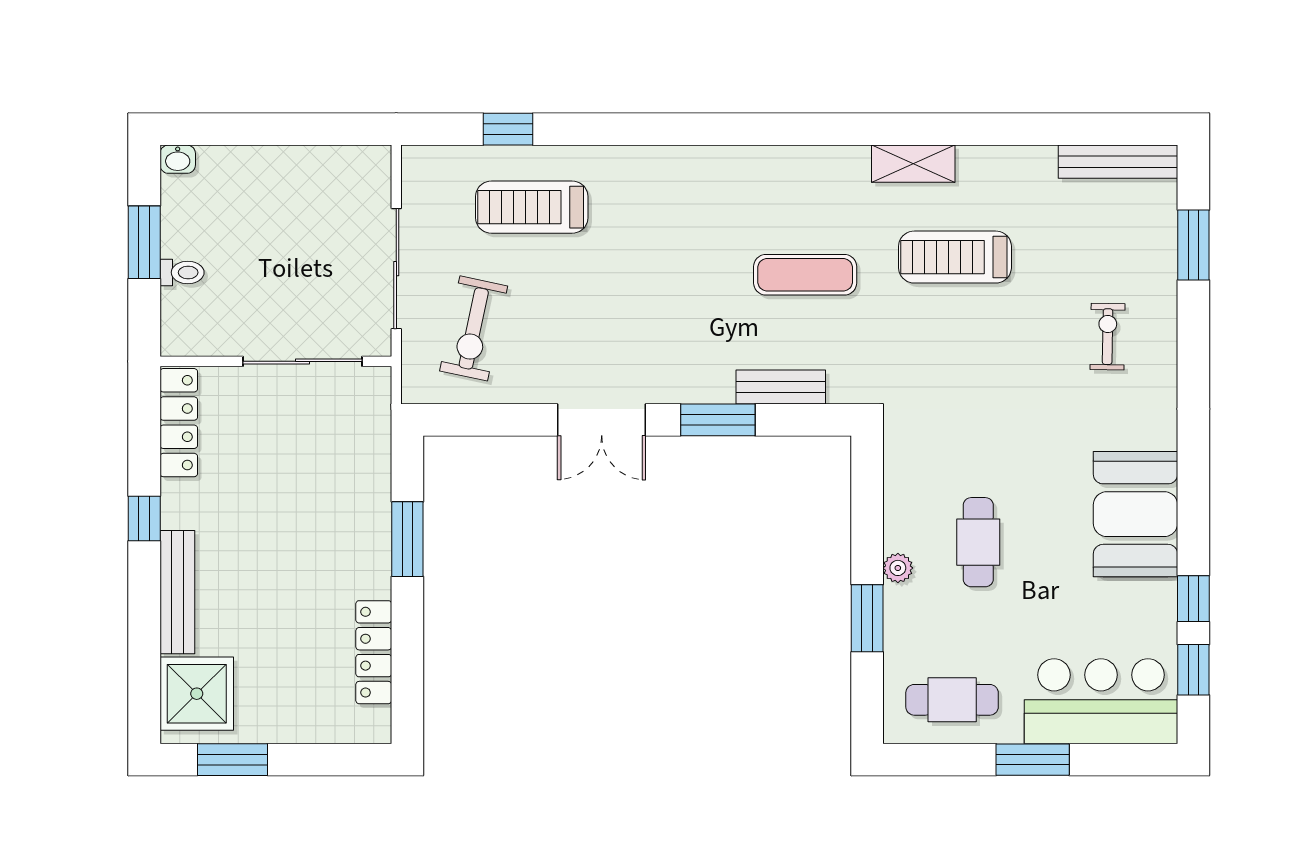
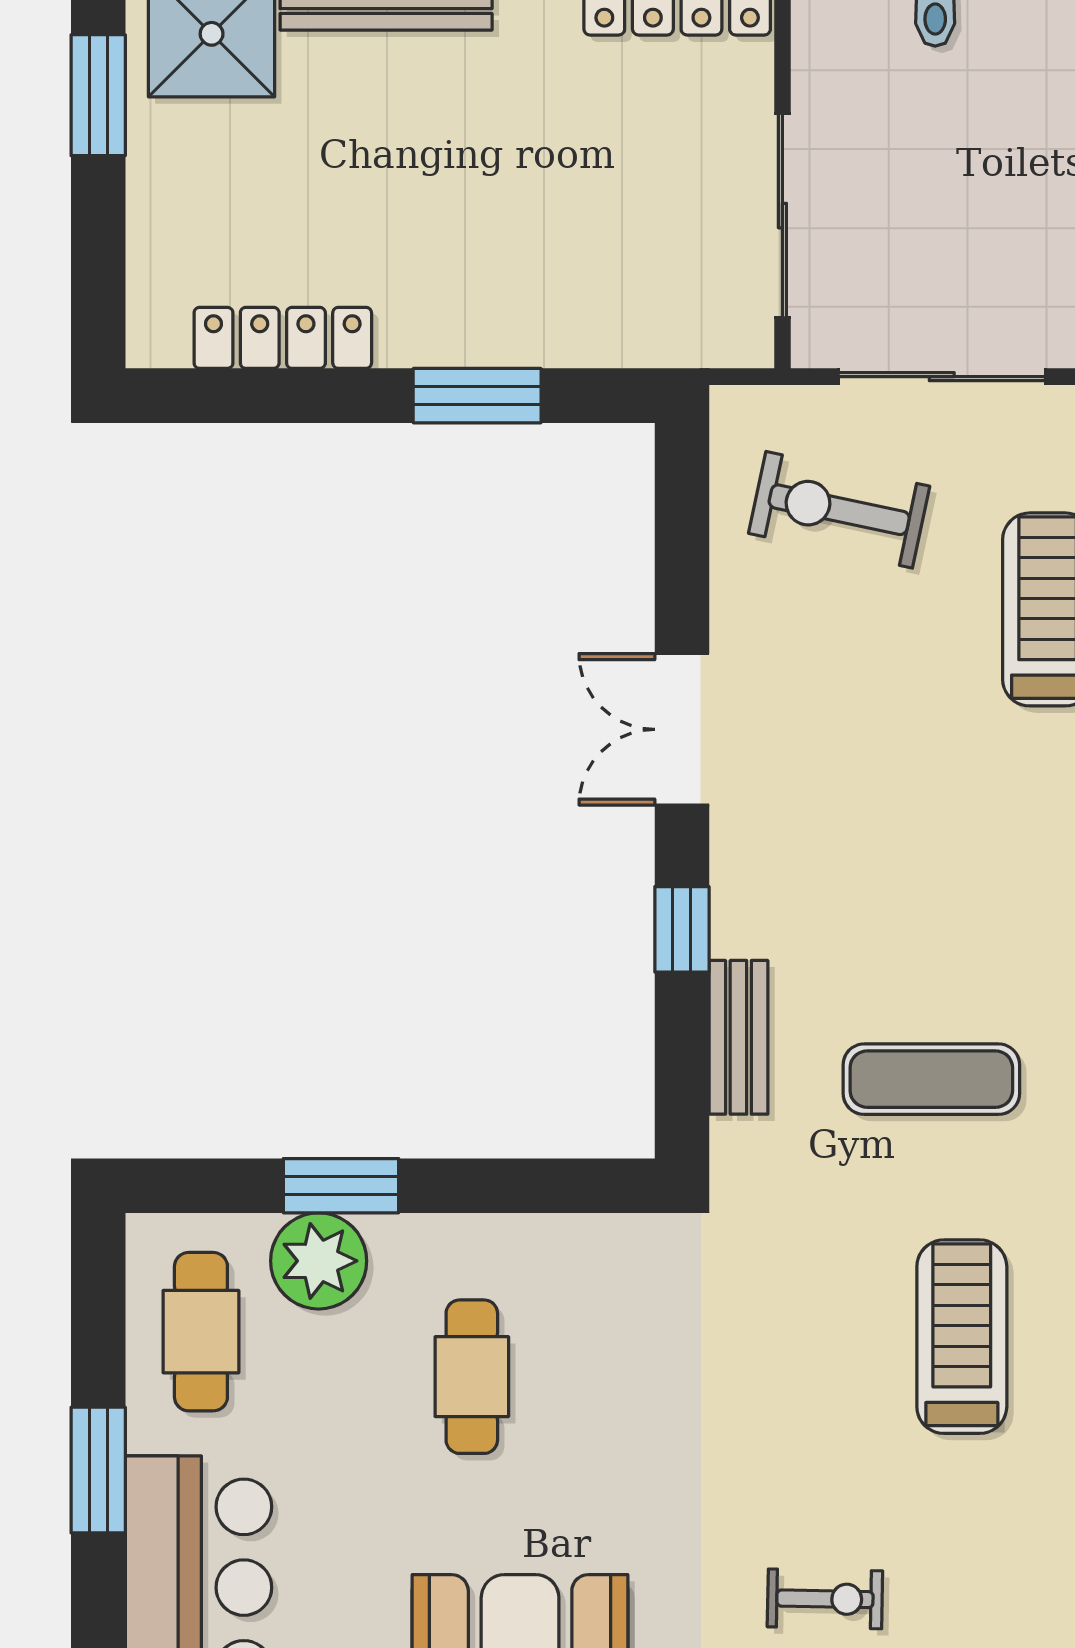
exercise mat: (805, 275) -> (931, 1079), turned 90
window: (718, 420) -> (682, 929), width x0.67
cafe table: (978, 542) -> (472, 1377), turned 90
plant: (898, 568) -> (319, 1261), moved, width x1.87, depth x1.87

